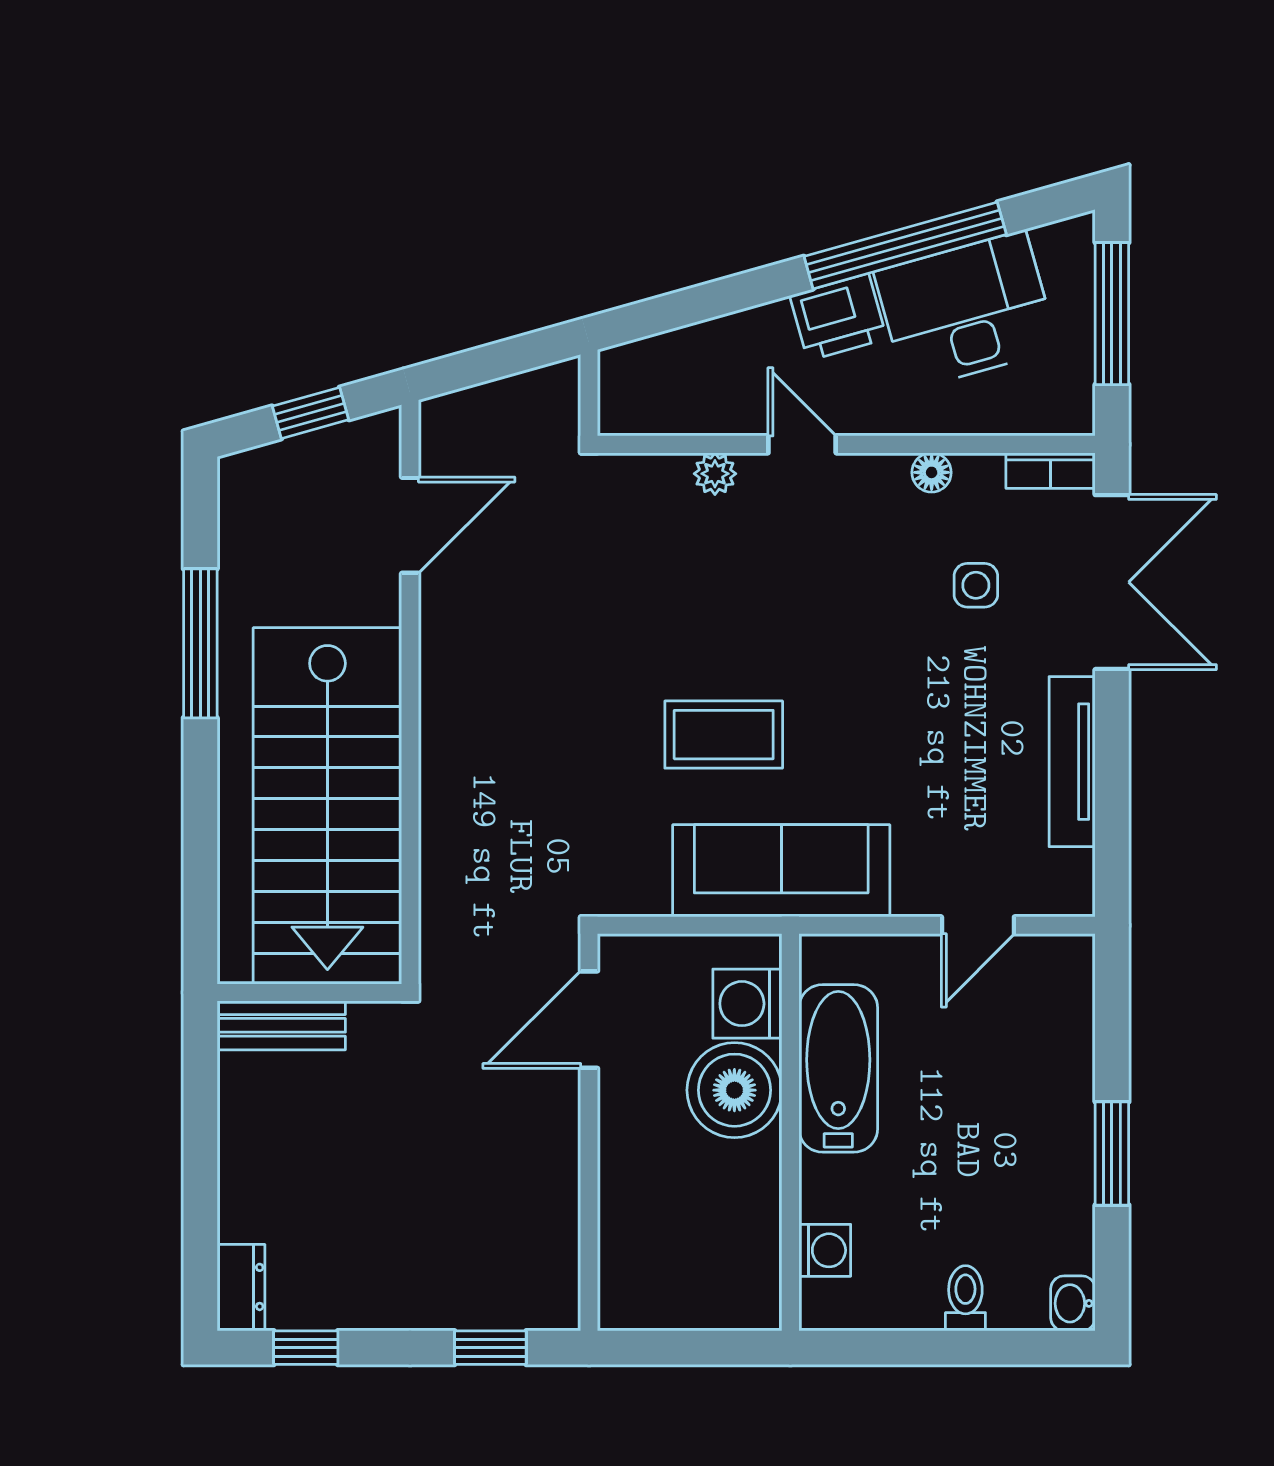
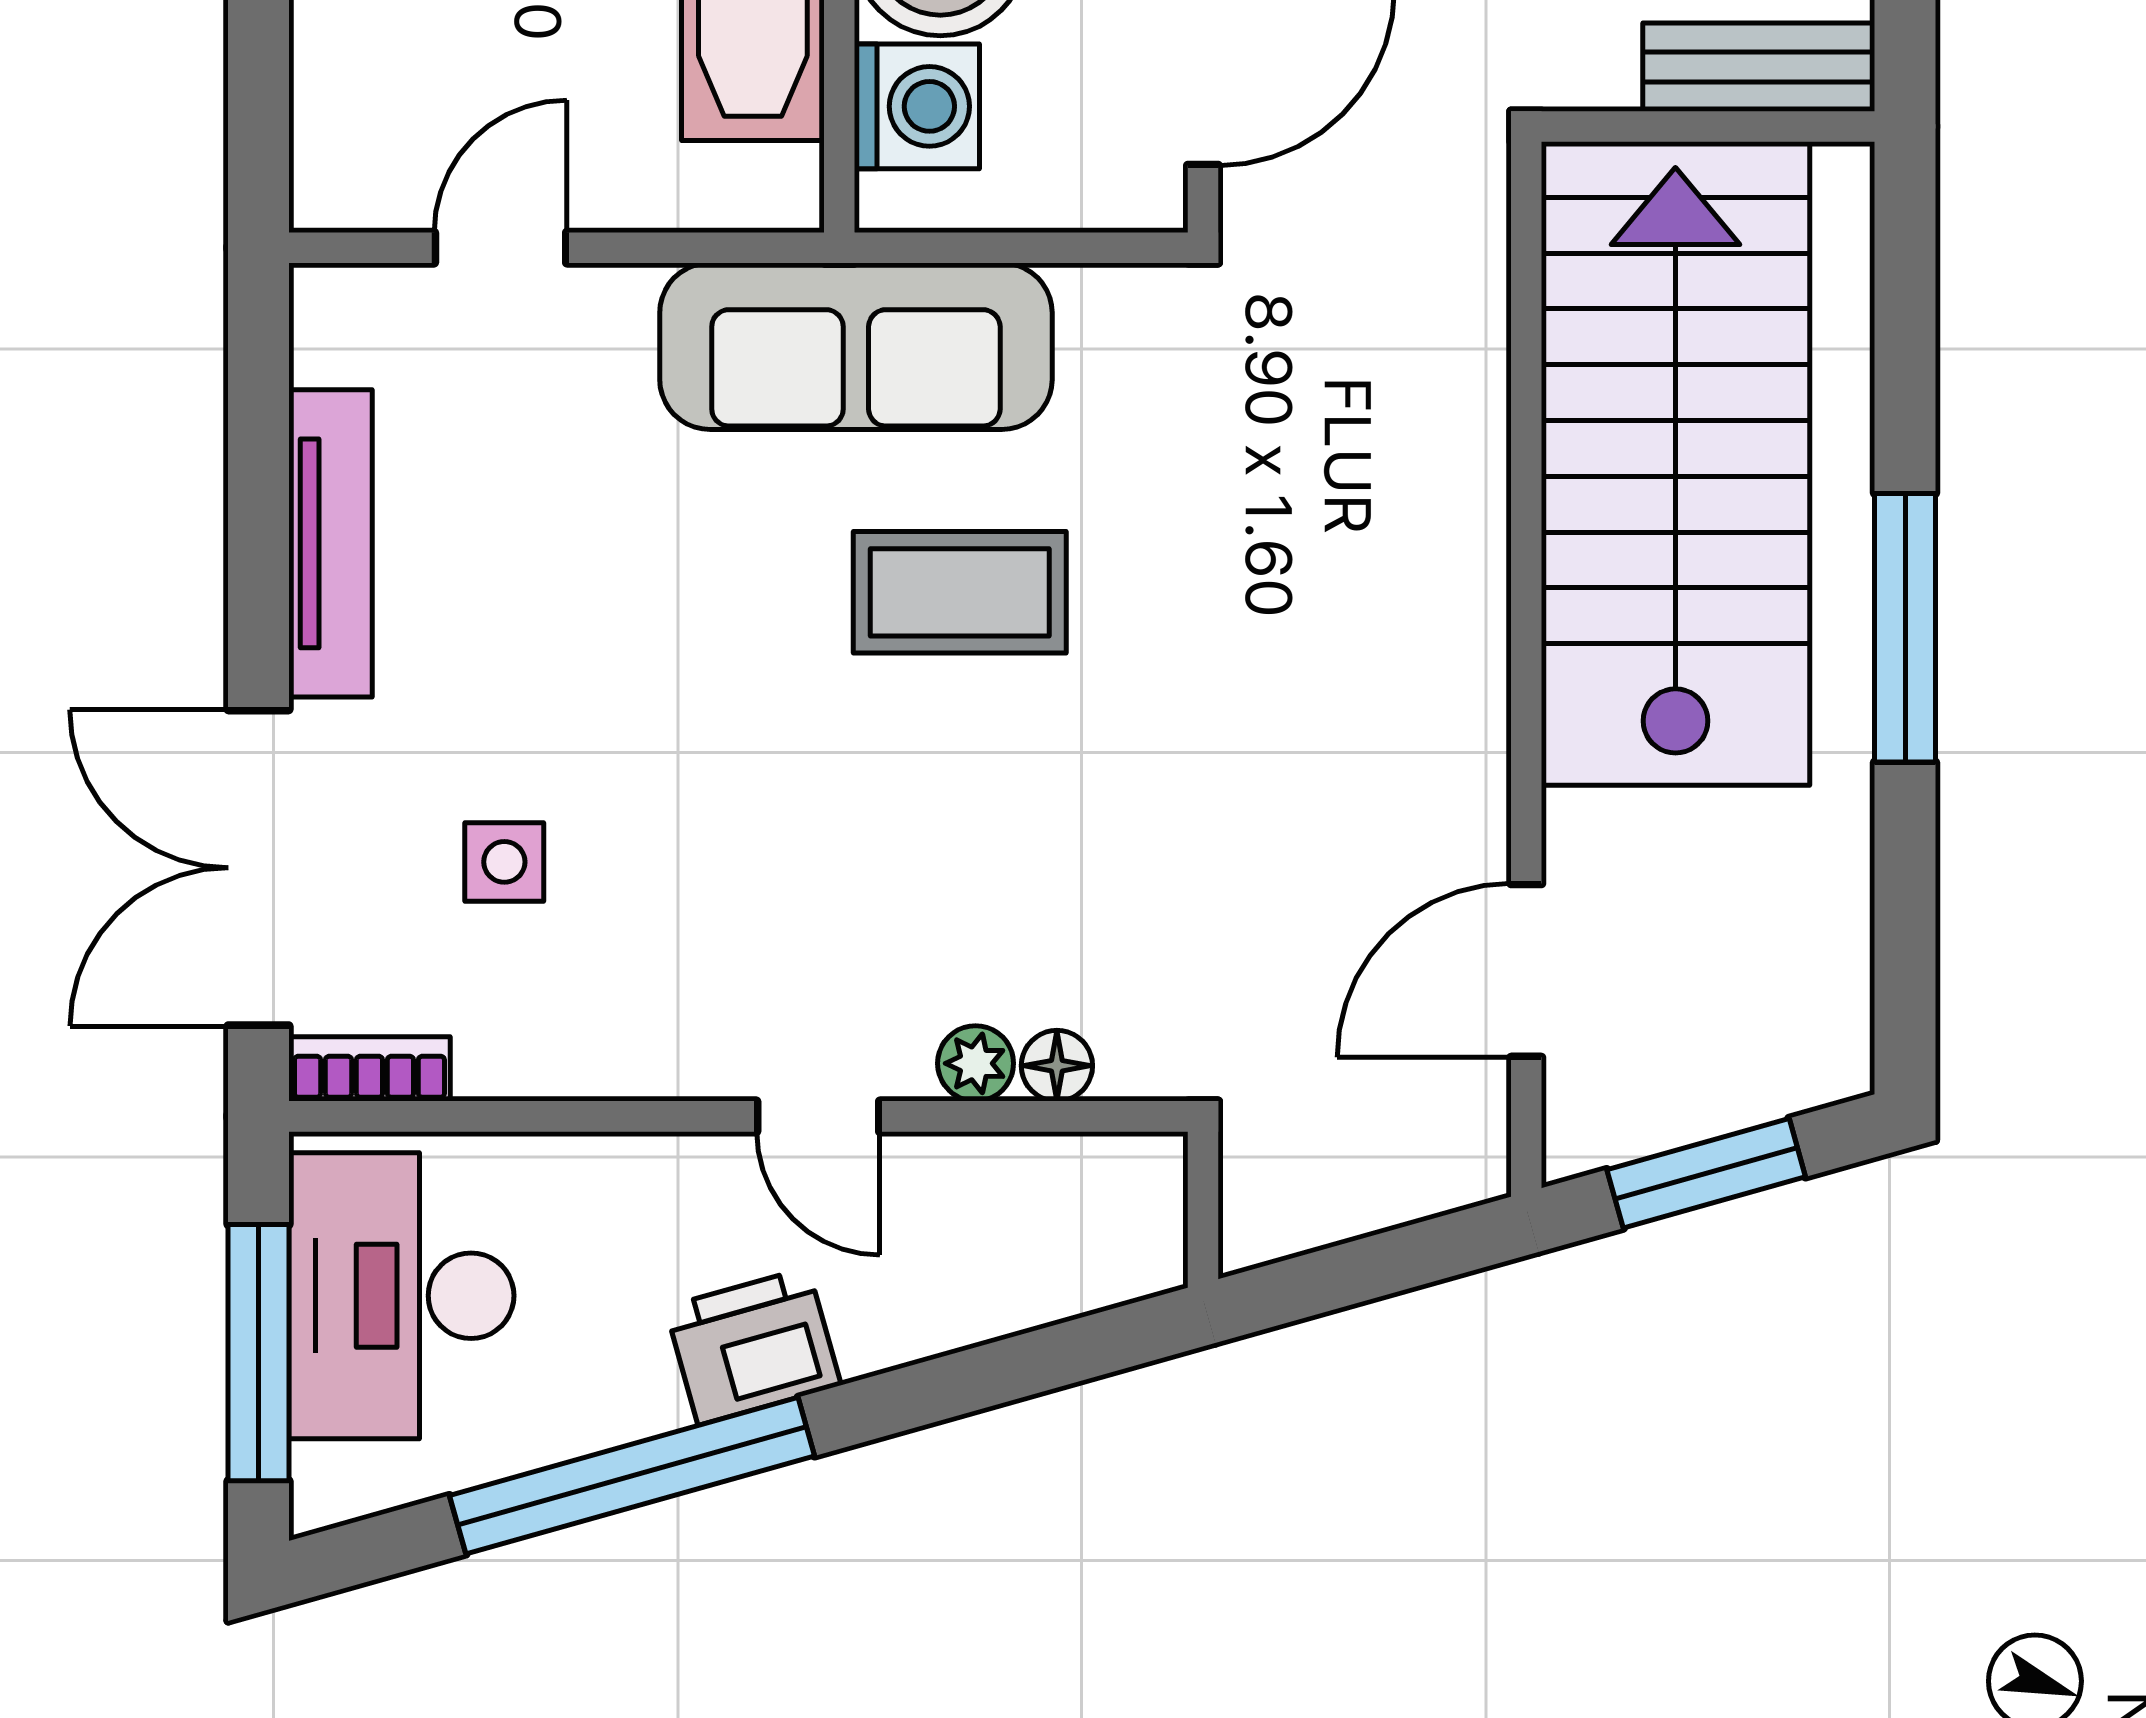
desk: (966, 310) -> (401, 1296), moved, turned 106
window: (310, 413) -> (1706, 1173), width x1.50
floor lamp: (932, 472) -> (1057, 1066), moved
window: (200, 643) -> (1905, 628), moved

